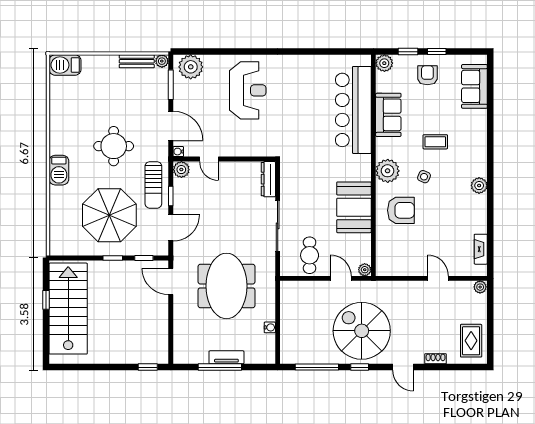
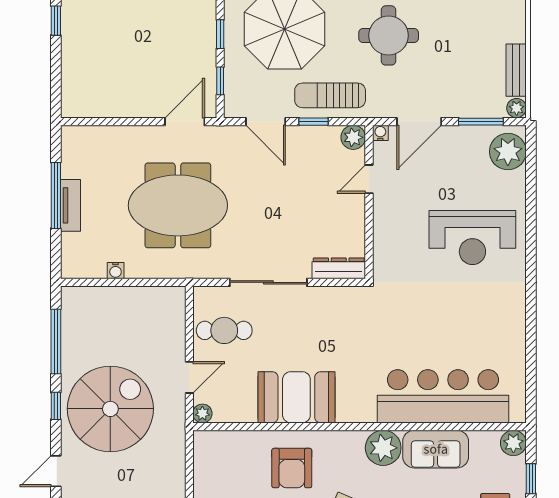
plant: (388, 171) -> (383, 448), moved
window: (148, 367) -> (56, 21), moved

